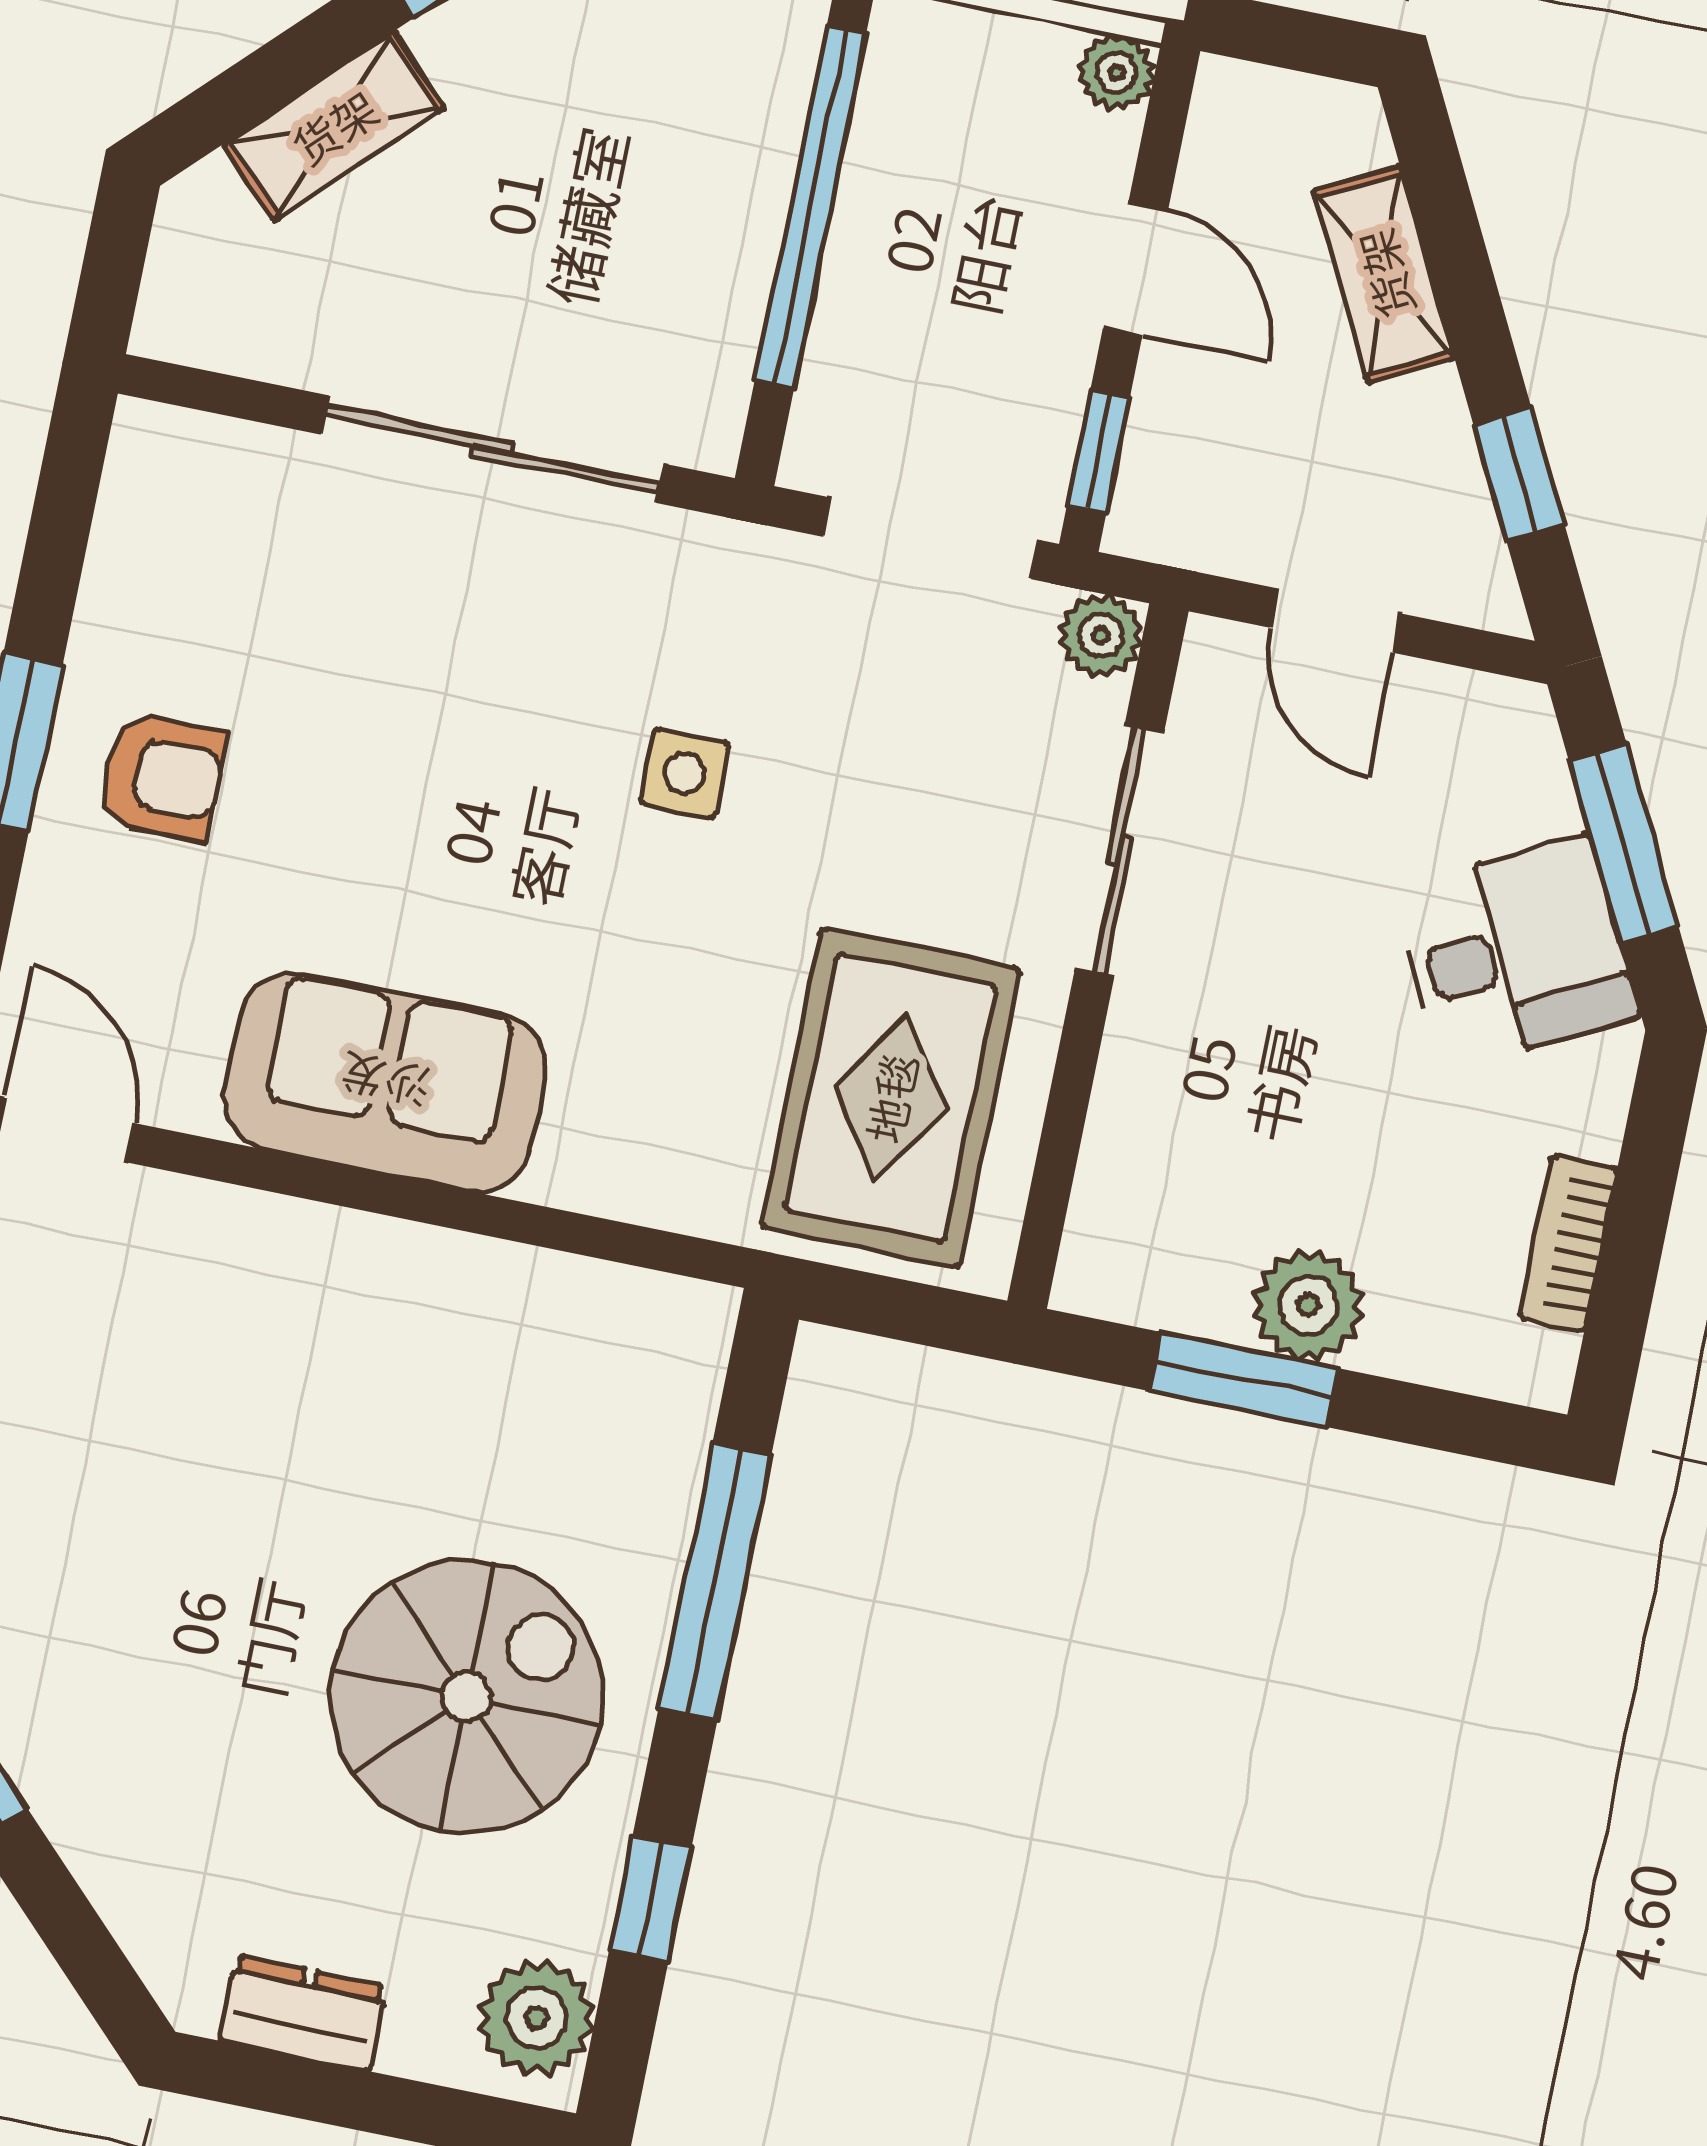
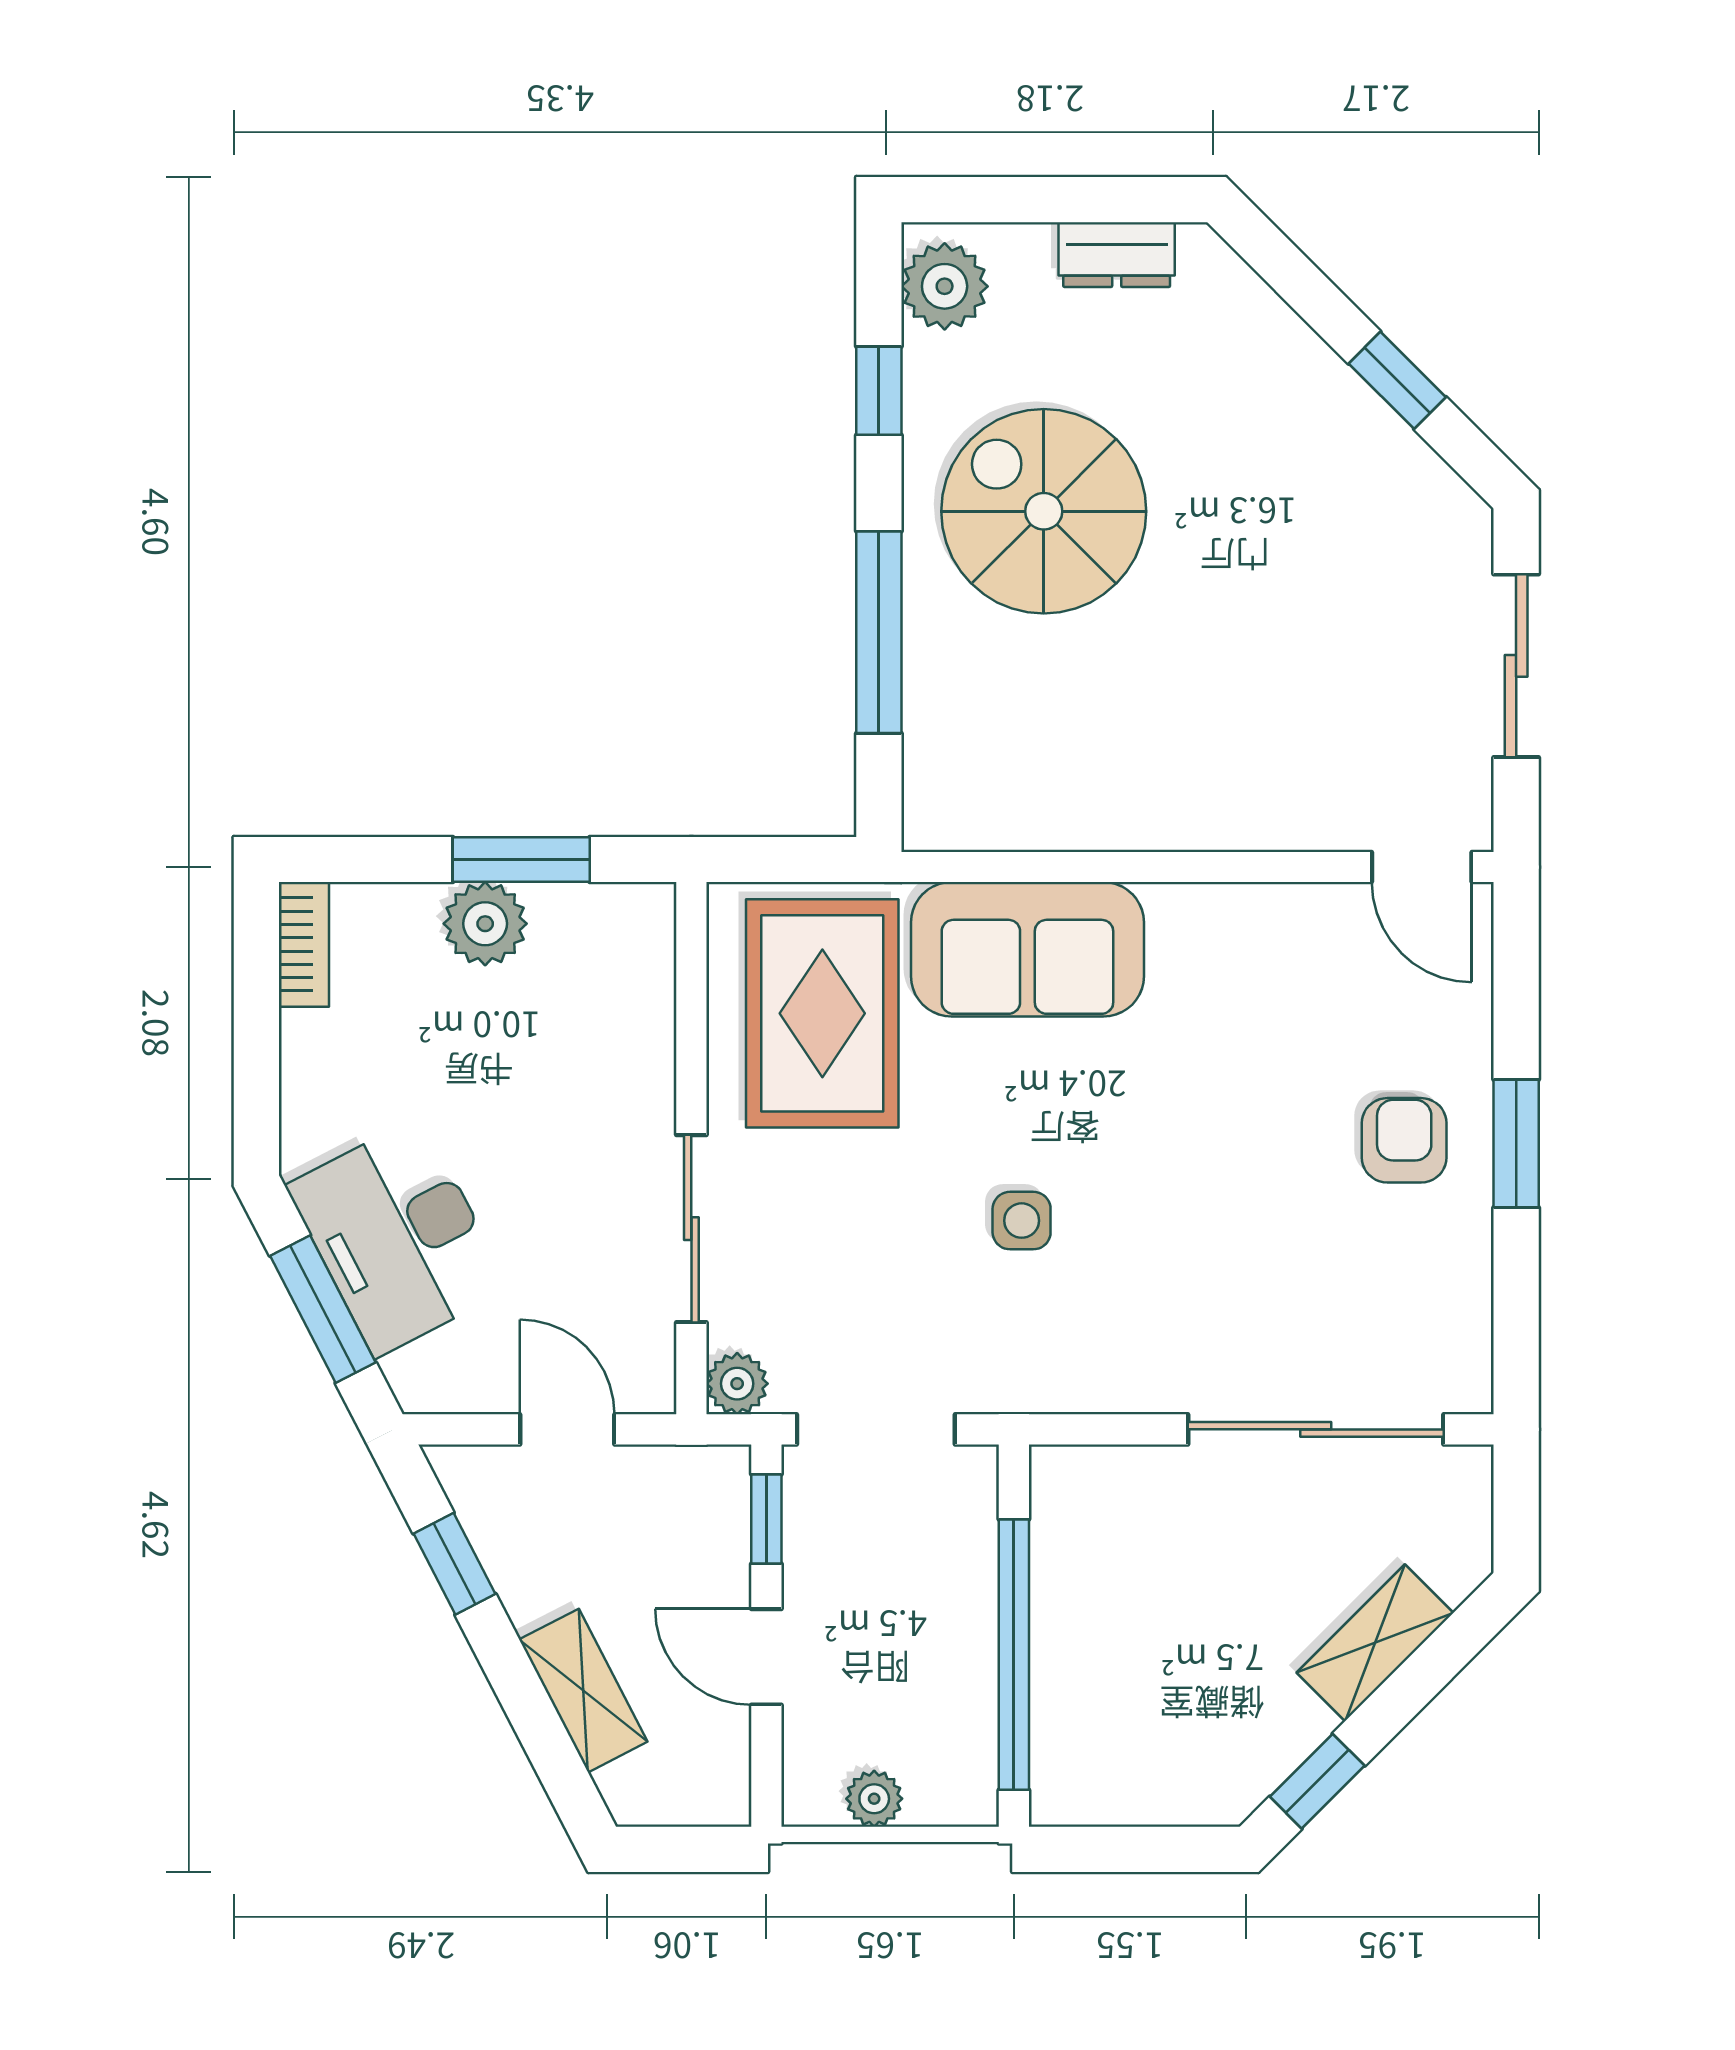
plant: (1117, 72) -> (874, 1799), moved
sliding door: (492, 449) -> (1316, 1429), moved
armchair: (162, 776) -> (1404, 1140), turned 90
desk: (1516, 952) -> (398, 1237), width x1.37
sofa: (385, 1082) -> (1027, 949), moved
bookcase: (1568, 1243) -> (304, 944), moved
spiral stairs: (467, 1696) -> (1044, 511), turned 90

